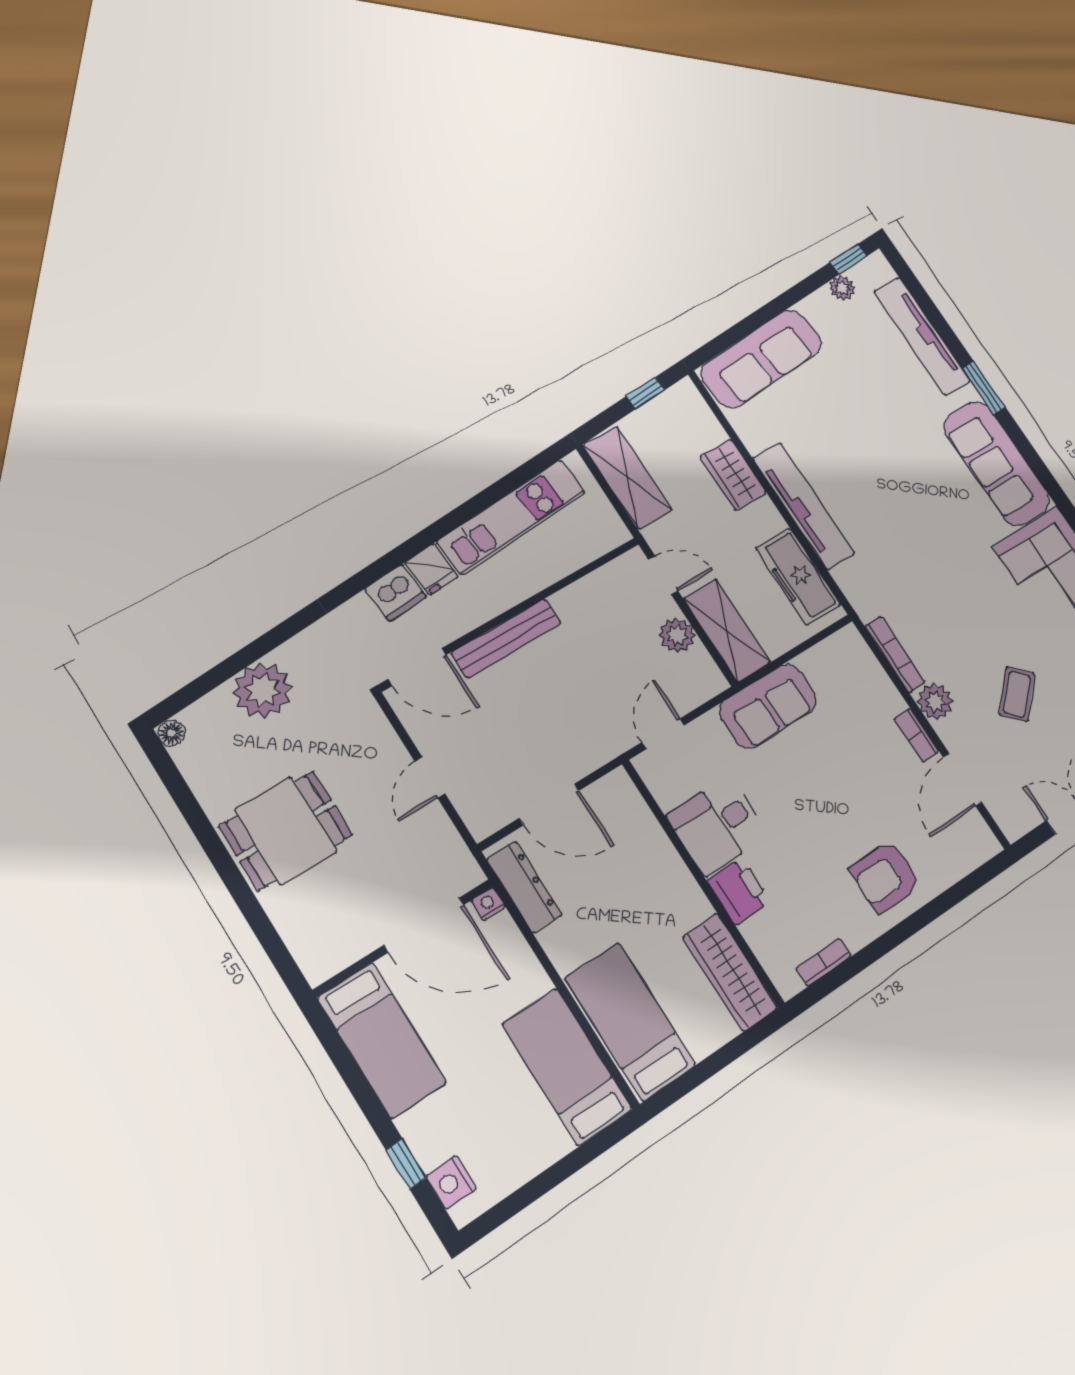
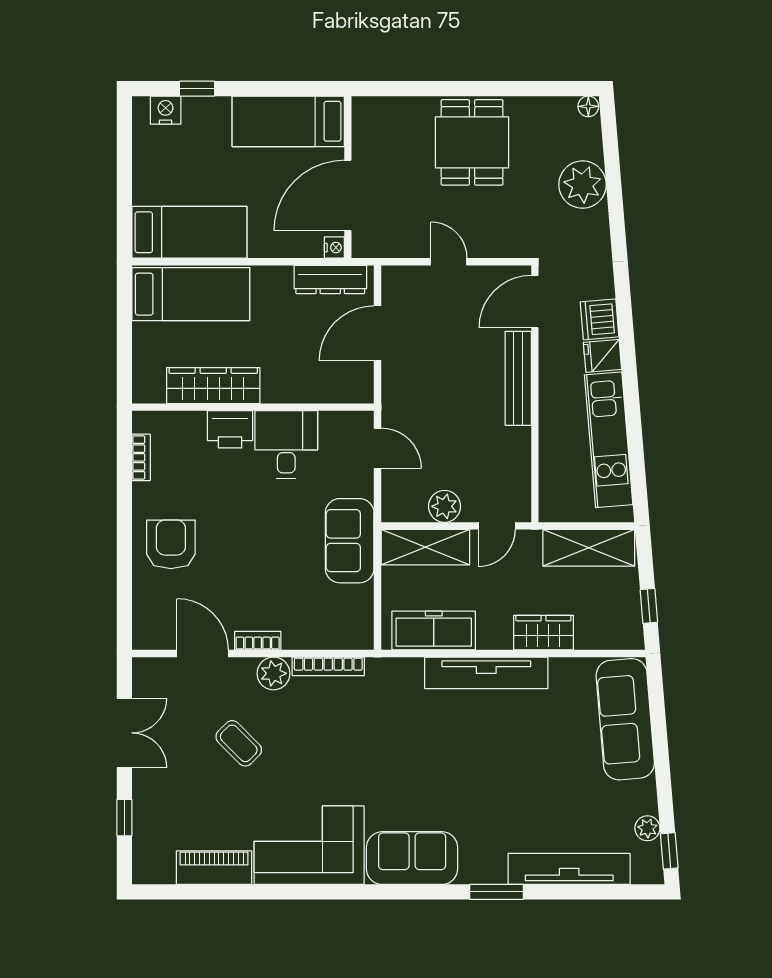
sofa: (997, 463) -> (412, 858), width x0.73
wardrobe: (730, 972) -> (213, 386), moved

